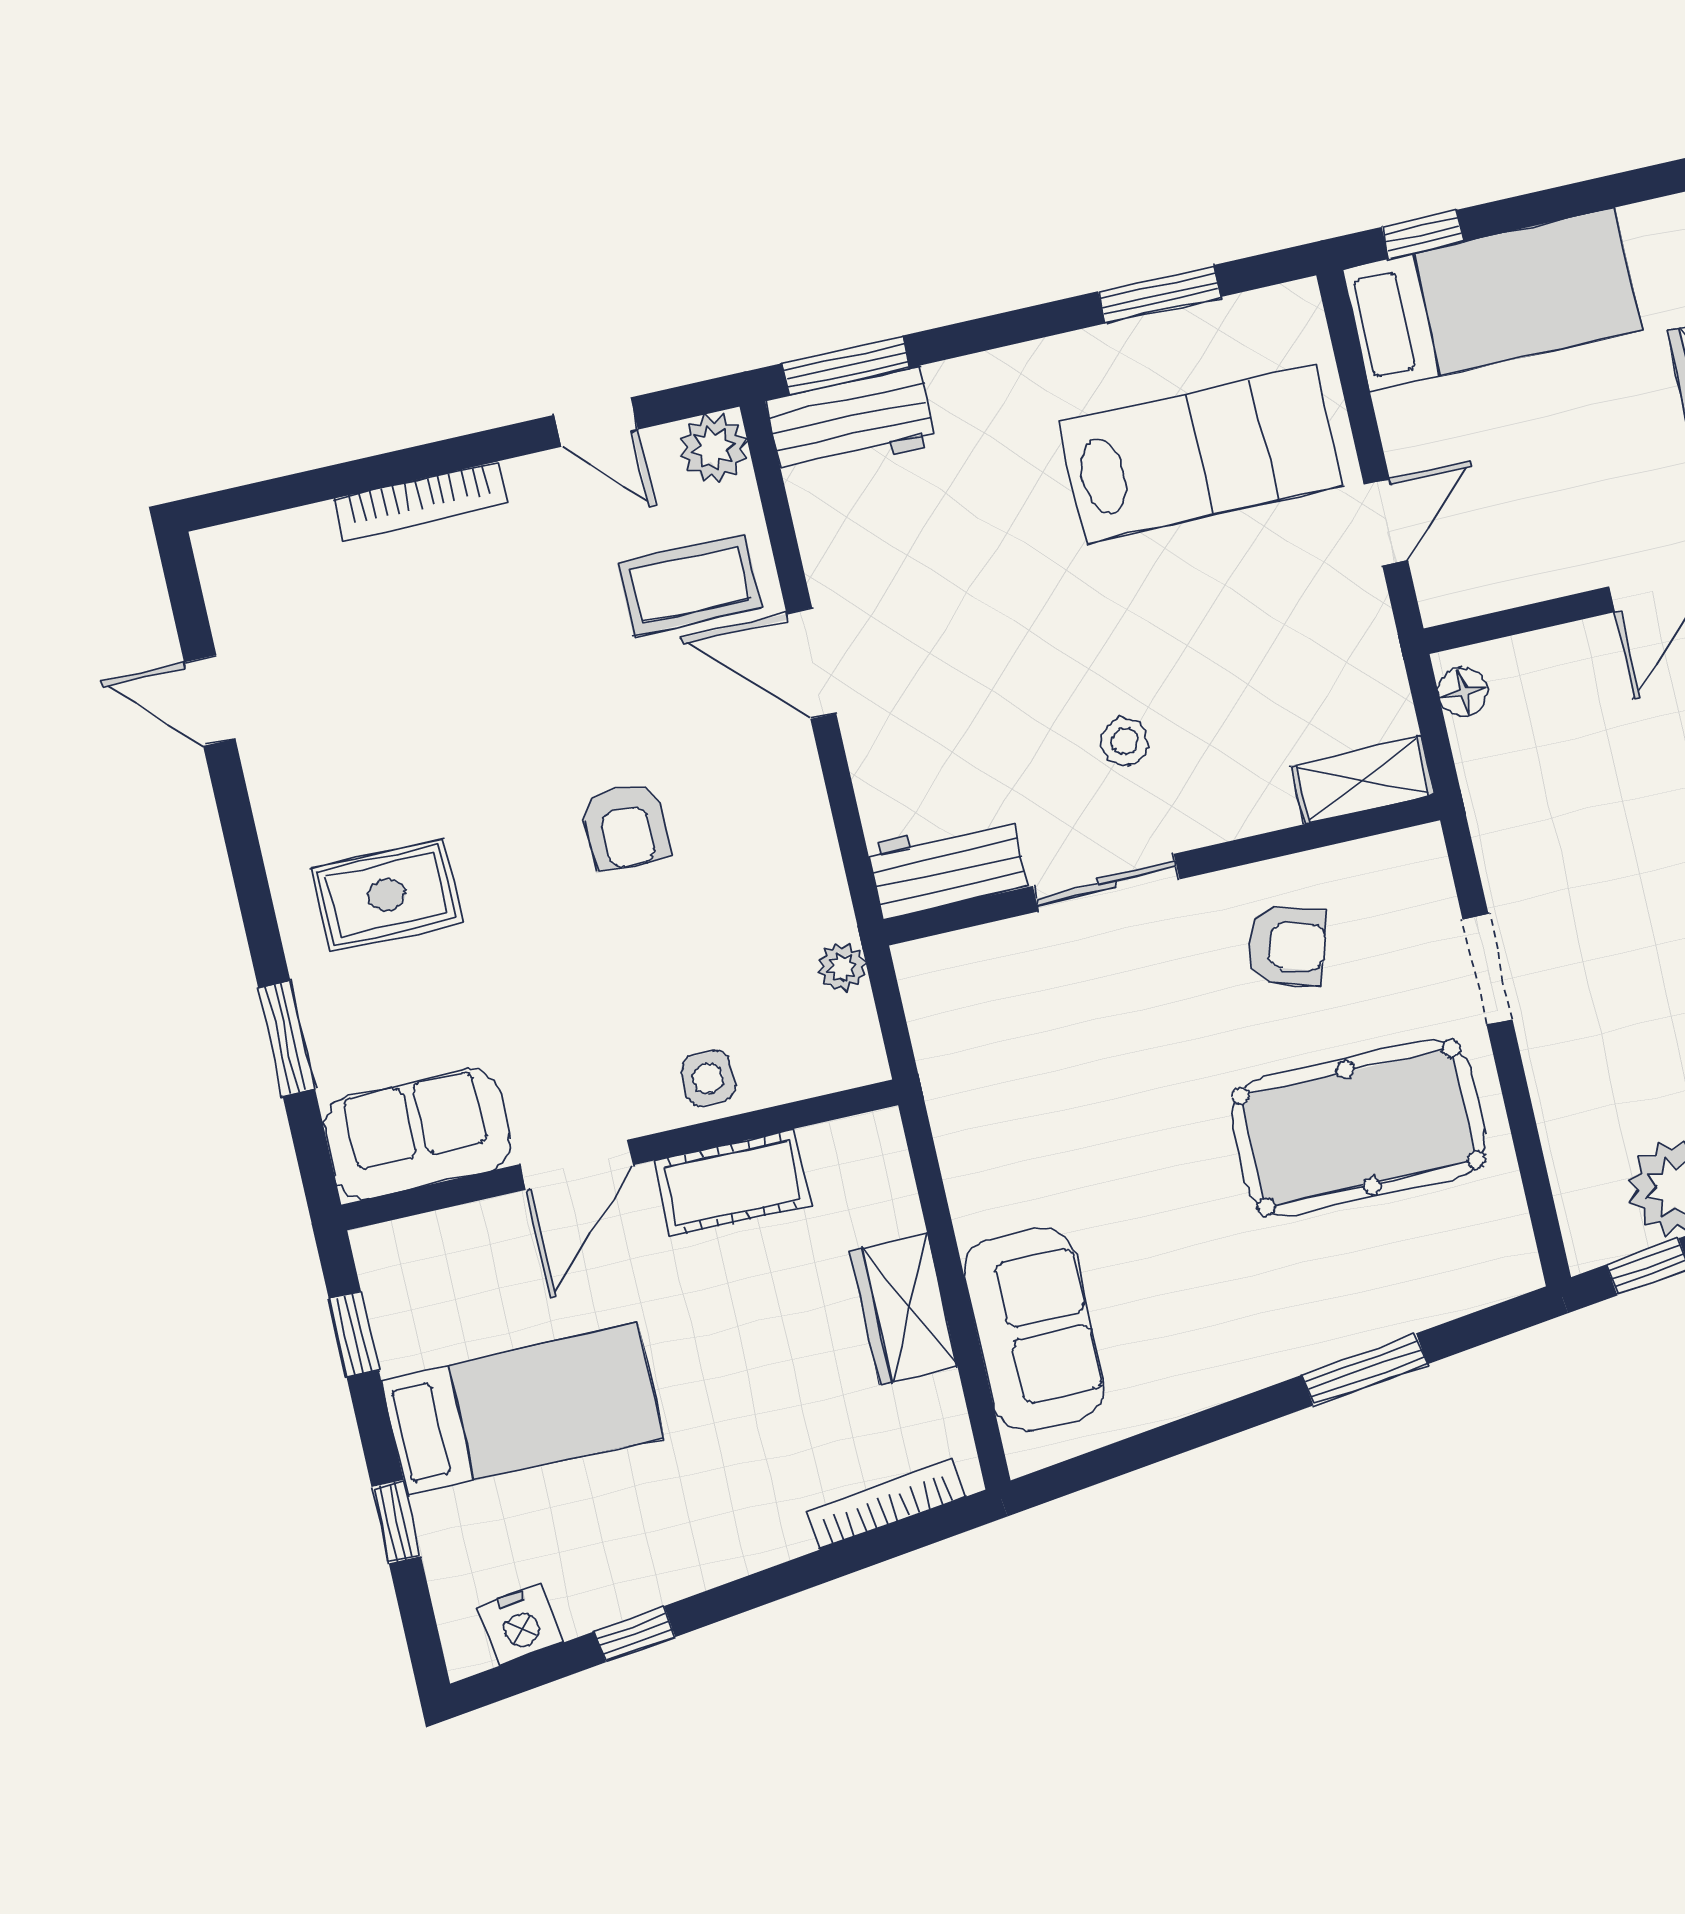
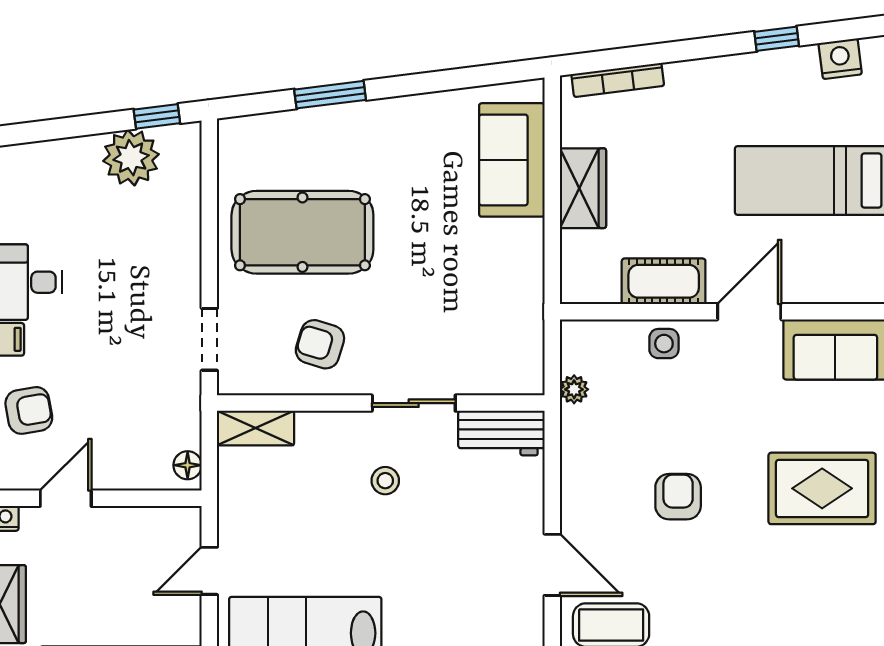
rug: (387, 895) -> (822, 488), width x1.36, depth x1.43
doorway: (1488, 969) -> (209, 339), moved

